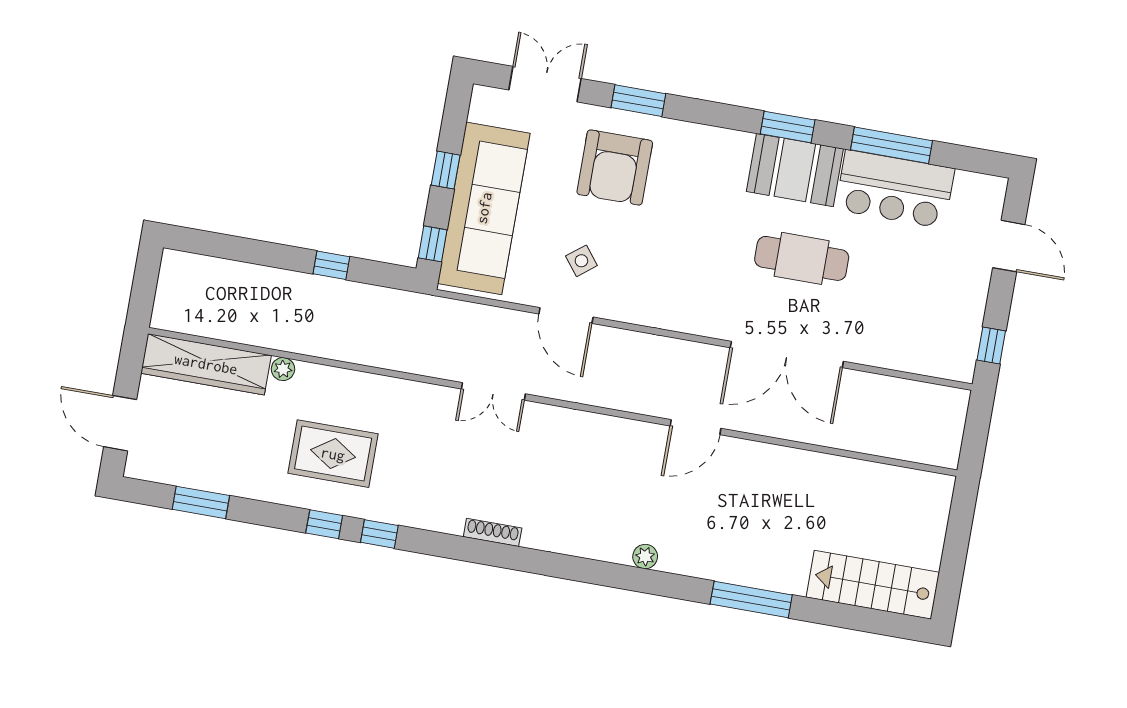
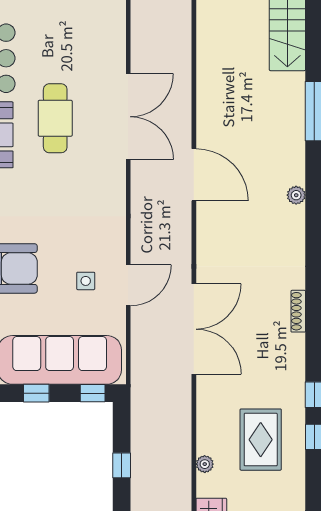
side table: (581, 261) -> (86, 281), turned 38
plant: (283, 369) -> (205, 464), moved
double door: (493, 391) -> (194, 329), width x1.87
door: (696, 427) -> (194, 175), width x1.36

